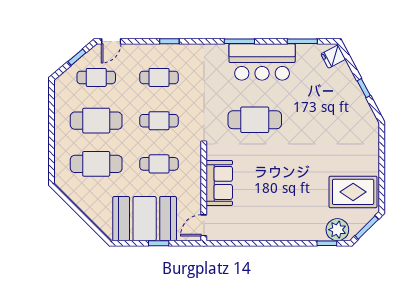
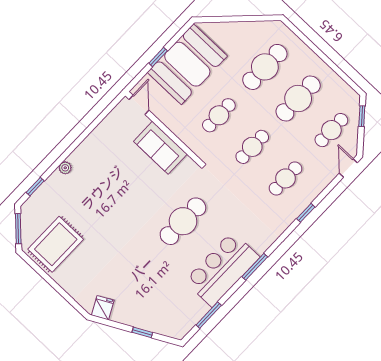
window: (77, 57) -> (362, 116), moved
fridge: (333, 57) -> (103, 308), moved
window: (364, 88) -> (142, 332), moved
plant: (337, 230) -> (65, 168), moved, width x0.53, depth x0.53

